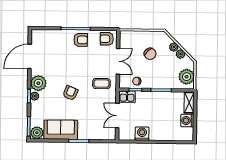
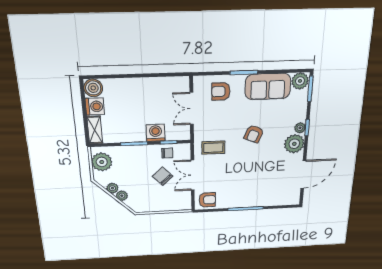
armchair: (81, 40) -> (221, 91), moved
chair: (150, 54) -> (163, 176), moved
kitchen sink: (127, 97) -> (179, 133), removed
double door: (117, 116) -> (192, 108), swing flipped
washing machine: (142, 134) -> (156, 133), moved, turned 180
boiler: (187, 134) -> (93, 88), added

